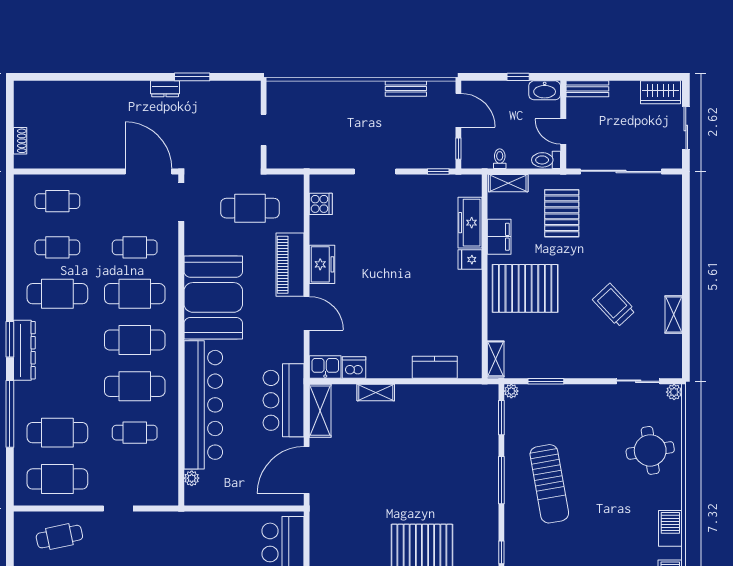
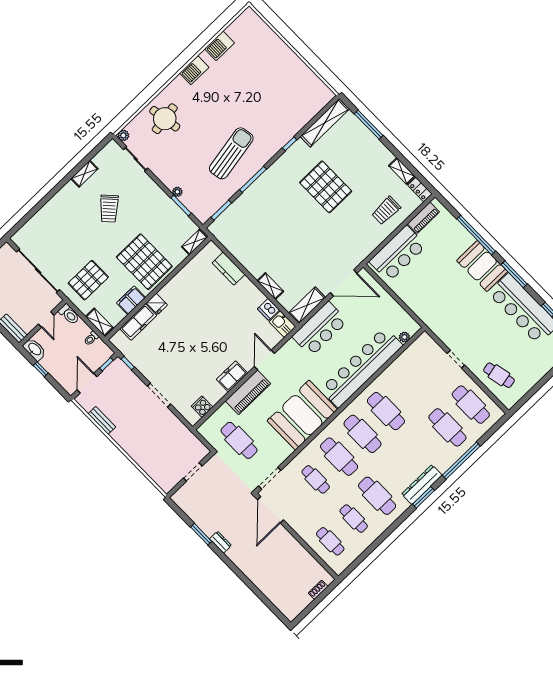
plant: (511, 391) -> (177, 192), moved
cafe table: (135, 433) -> (409, 388), removed

